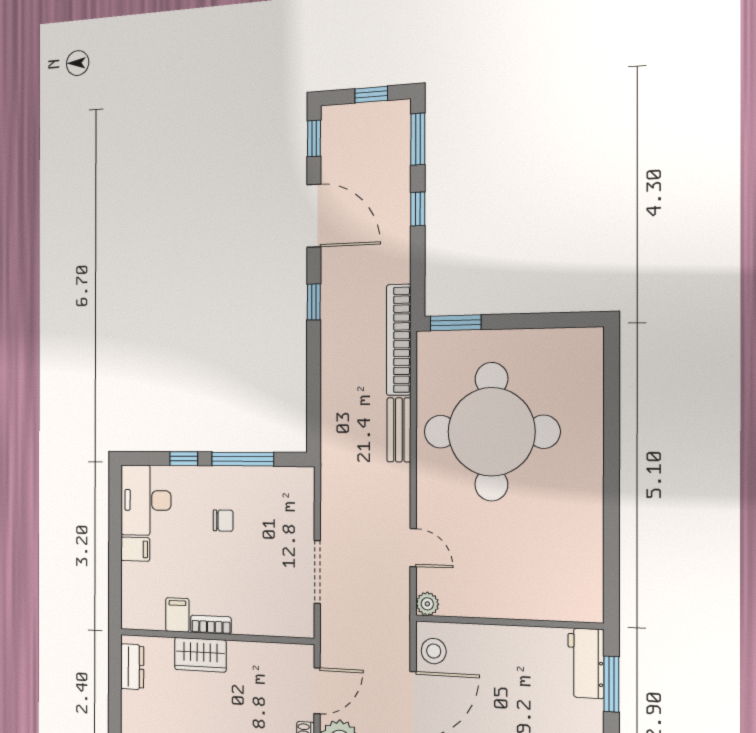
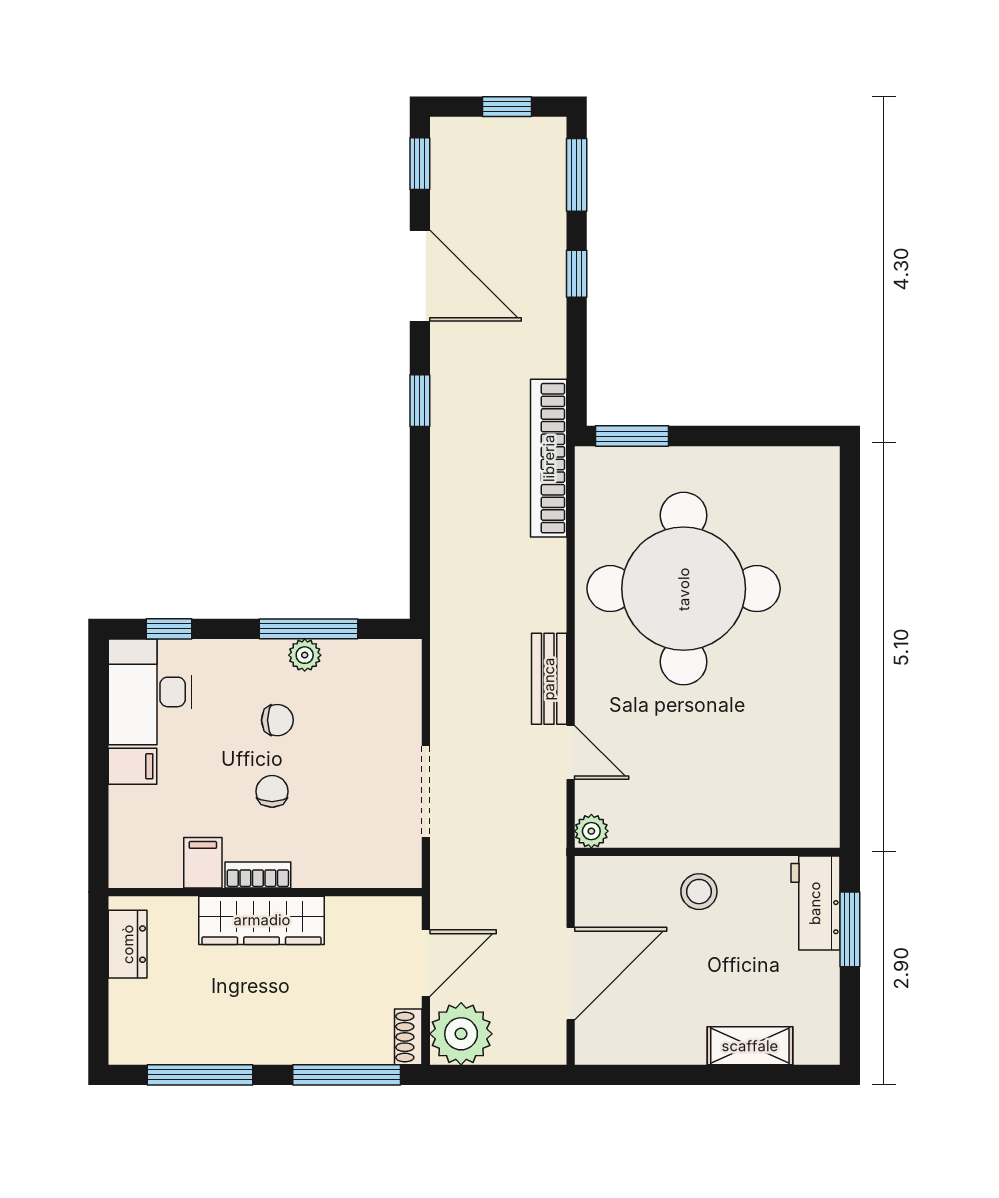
bench: (399, 430) -> (549, 679), moved
window: (184, 459) -> (169, 629), moved
plant: (240, 477) -> (305, 655), added
chair: (220, 569) -> (272, 791), added
stool: (434, 651) -> (699, 892), moved
wardrobe: (200, 655) -> (262, 920), width x1.50

